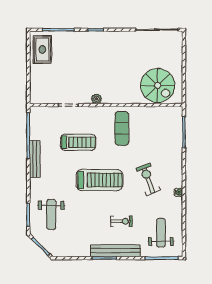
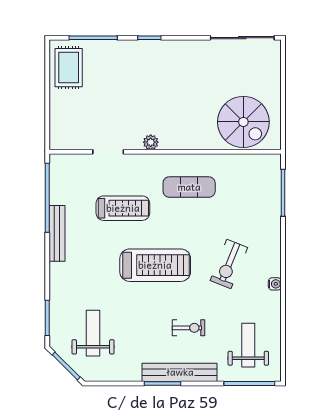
exercise mat: (122, 128) -> (189, 187), turned 90
exercise bike: (148, 179) -> (229, 264), turned -137
weight bench: (51, 214) -> (93, 333), moved, turned 180

